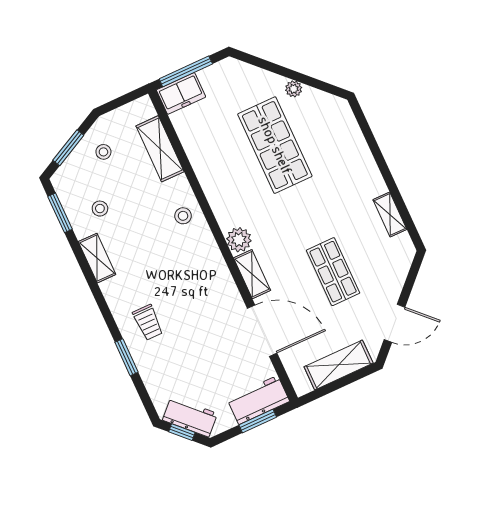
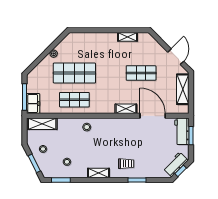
shelving: (160, 149) -> (42, 124), moved
shop shelf: (224, 168) -> (74, 100), added
plant: (239, 240) -> (108, 108), removed
shelving: (97, 258) -> (98, 173), moved
door: (262, 331) -> (153, 116), hinge flipped

